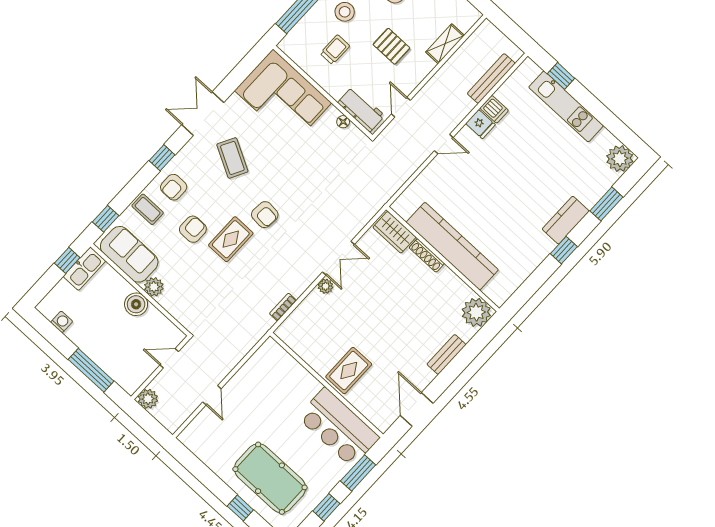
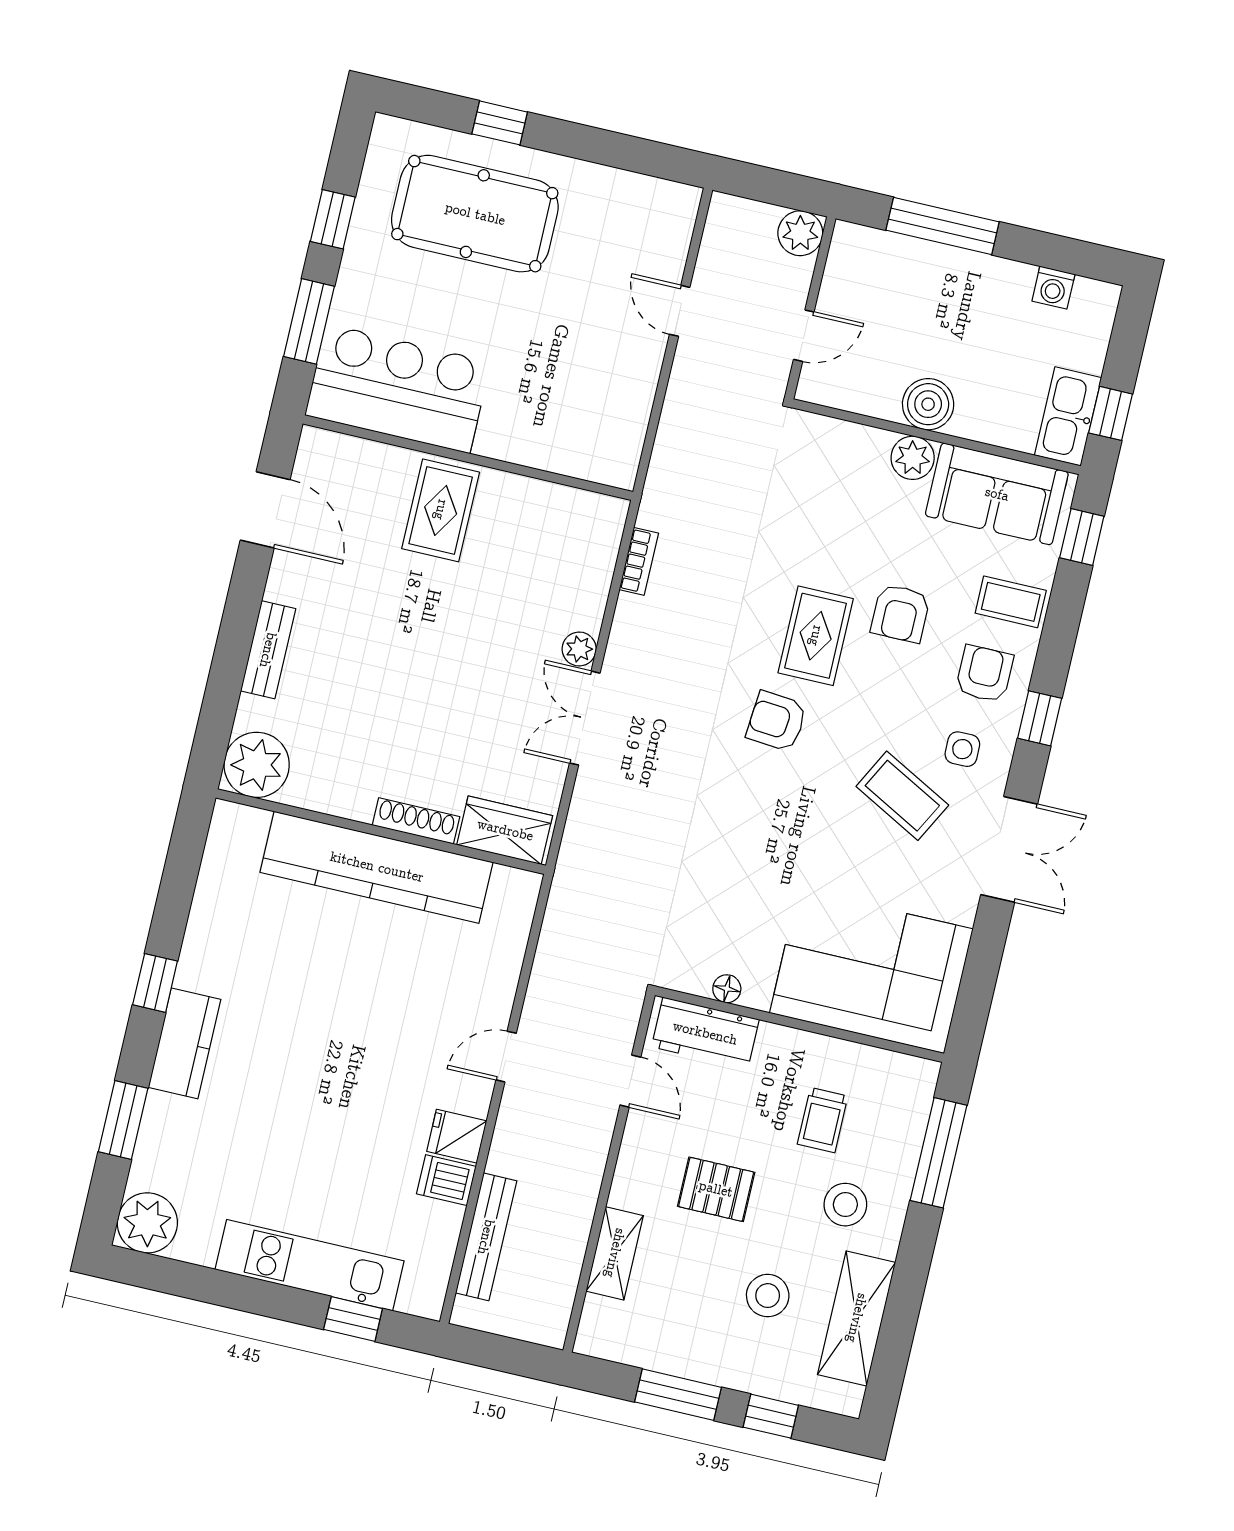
side table: (199, 163) -> (962, 749), added

